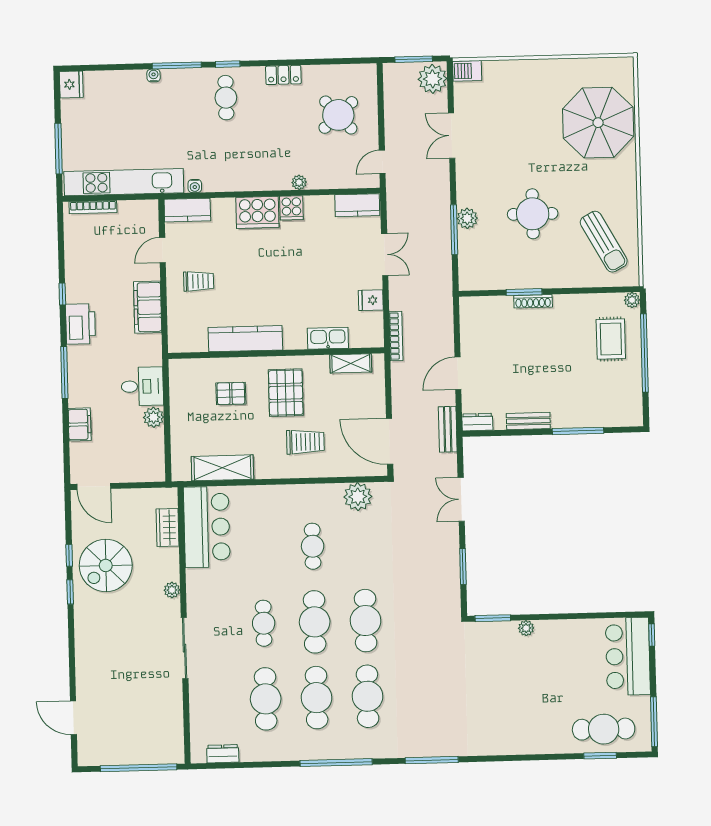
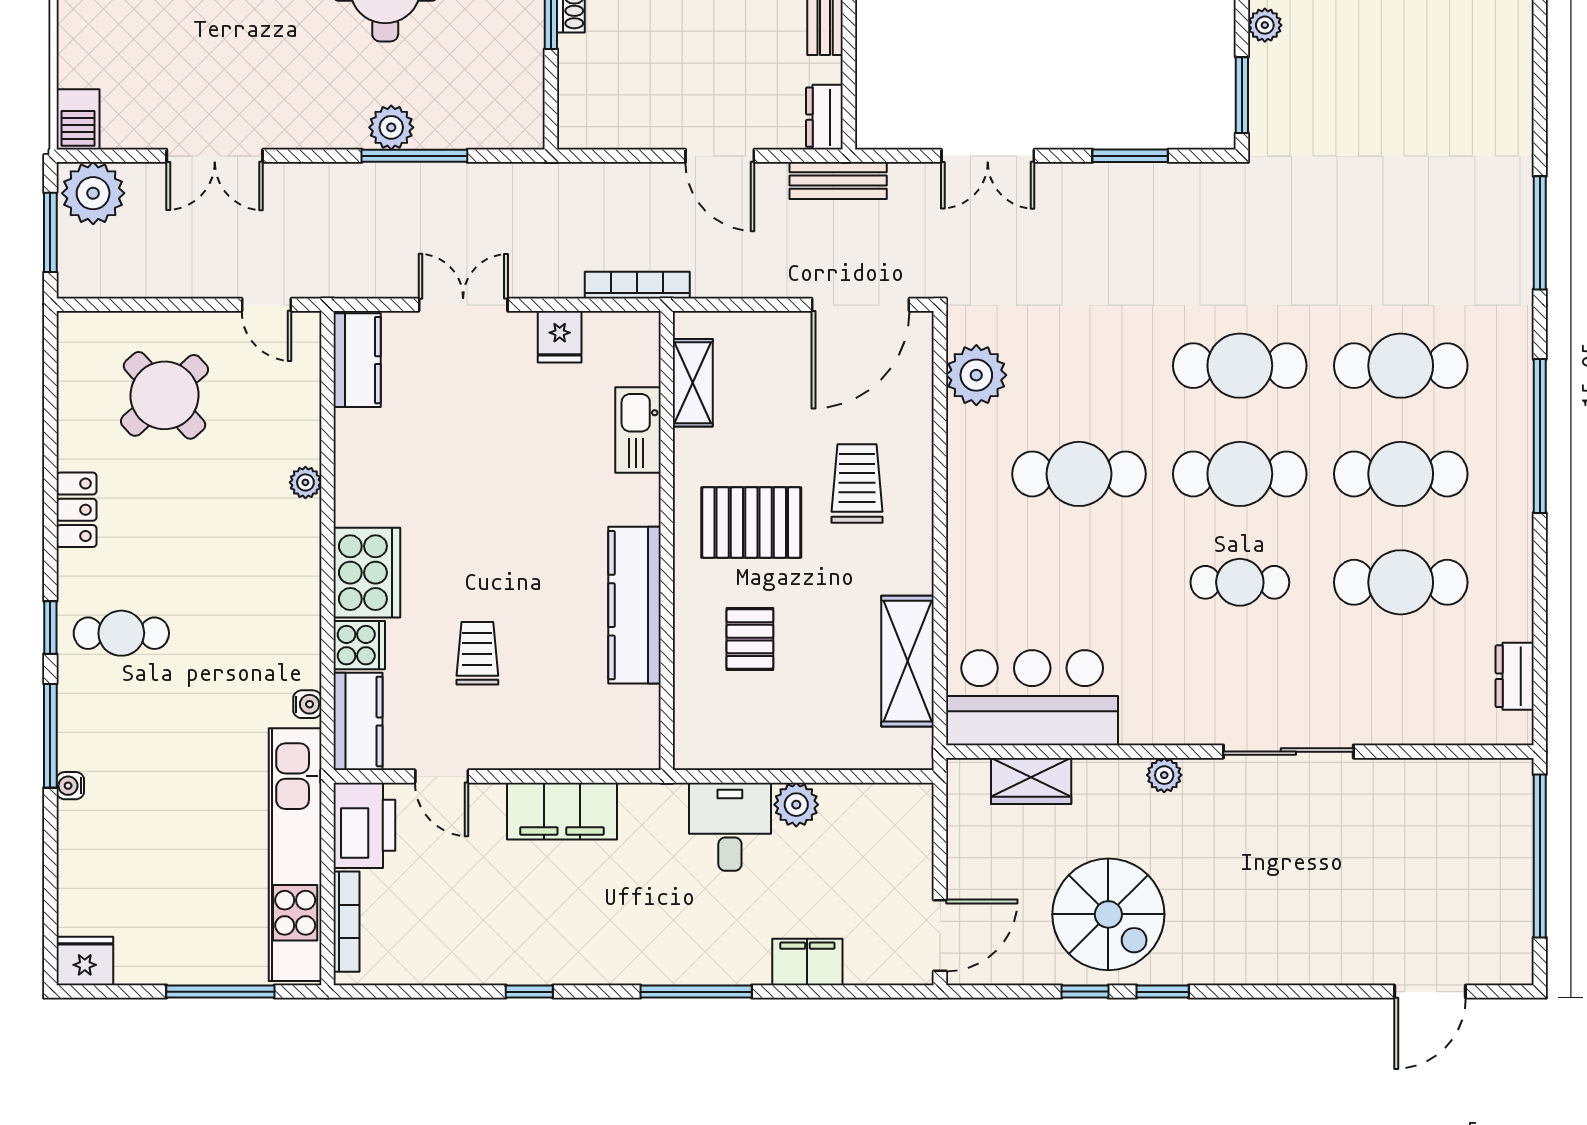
cooker: (291, 208) -> (359, 645), moved
trolley: (199, 281) -> (477, 653), moved
printer: (80, 324) -> (364, 825), moved, turned 90
cafe table: (313, 546) -> (1079, 474), width x1.37, depth x1.35

